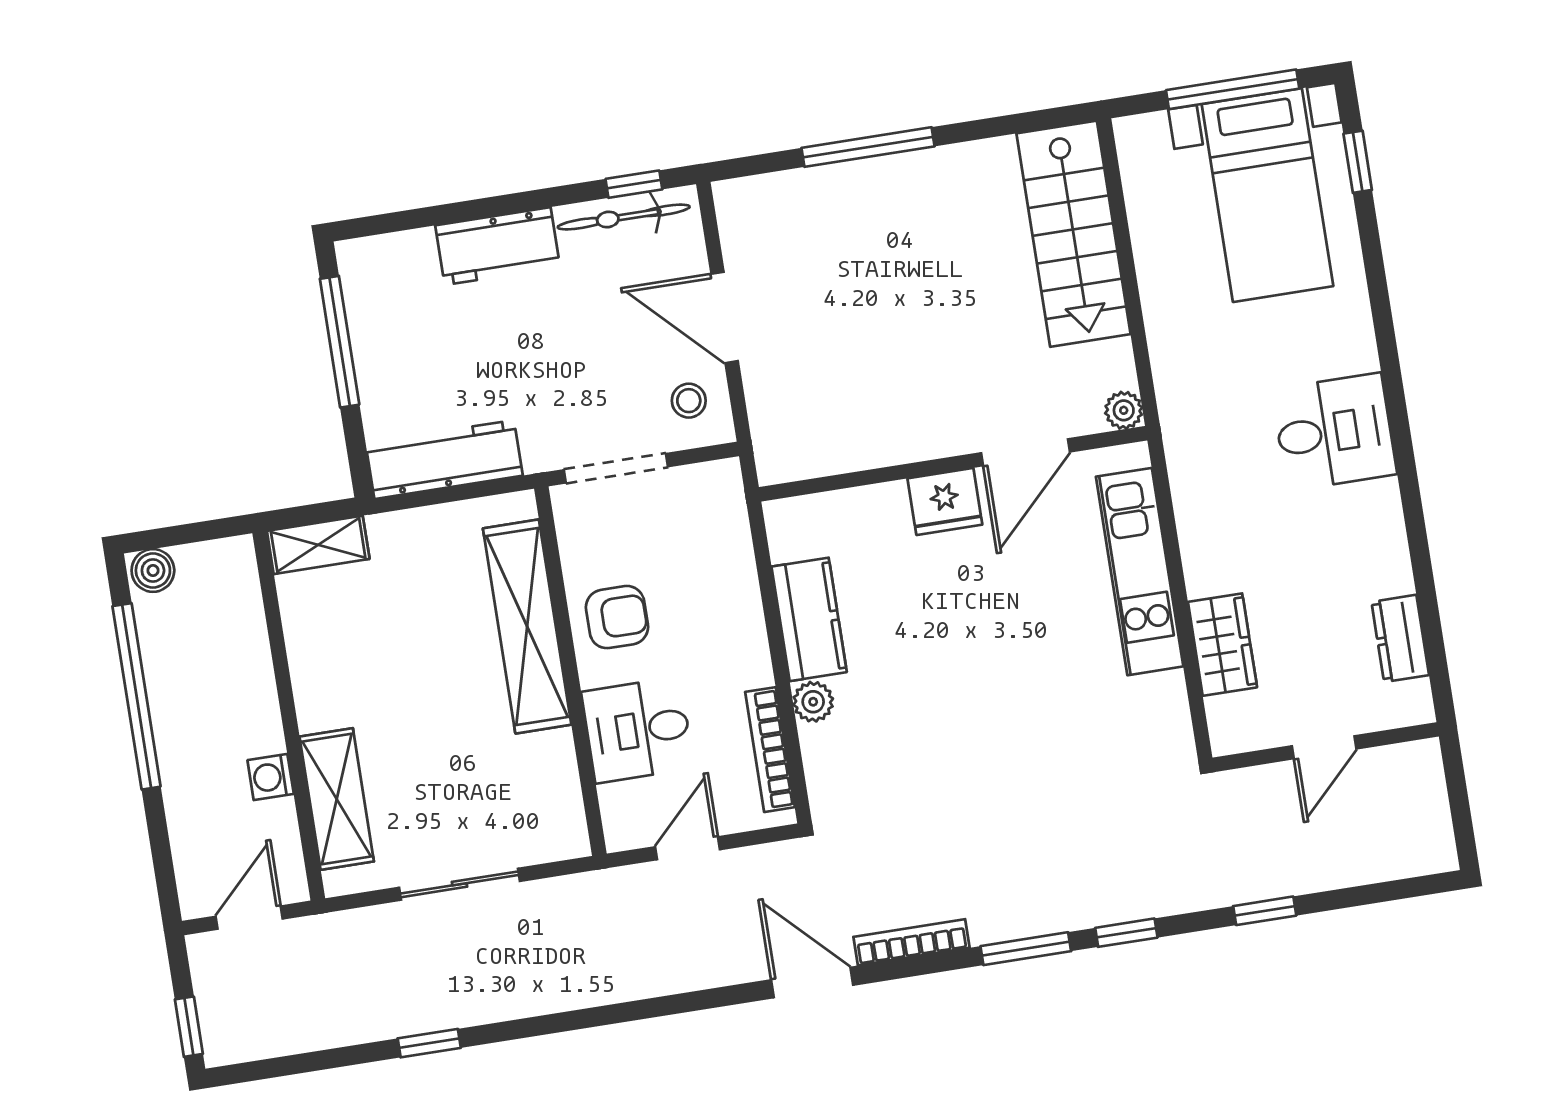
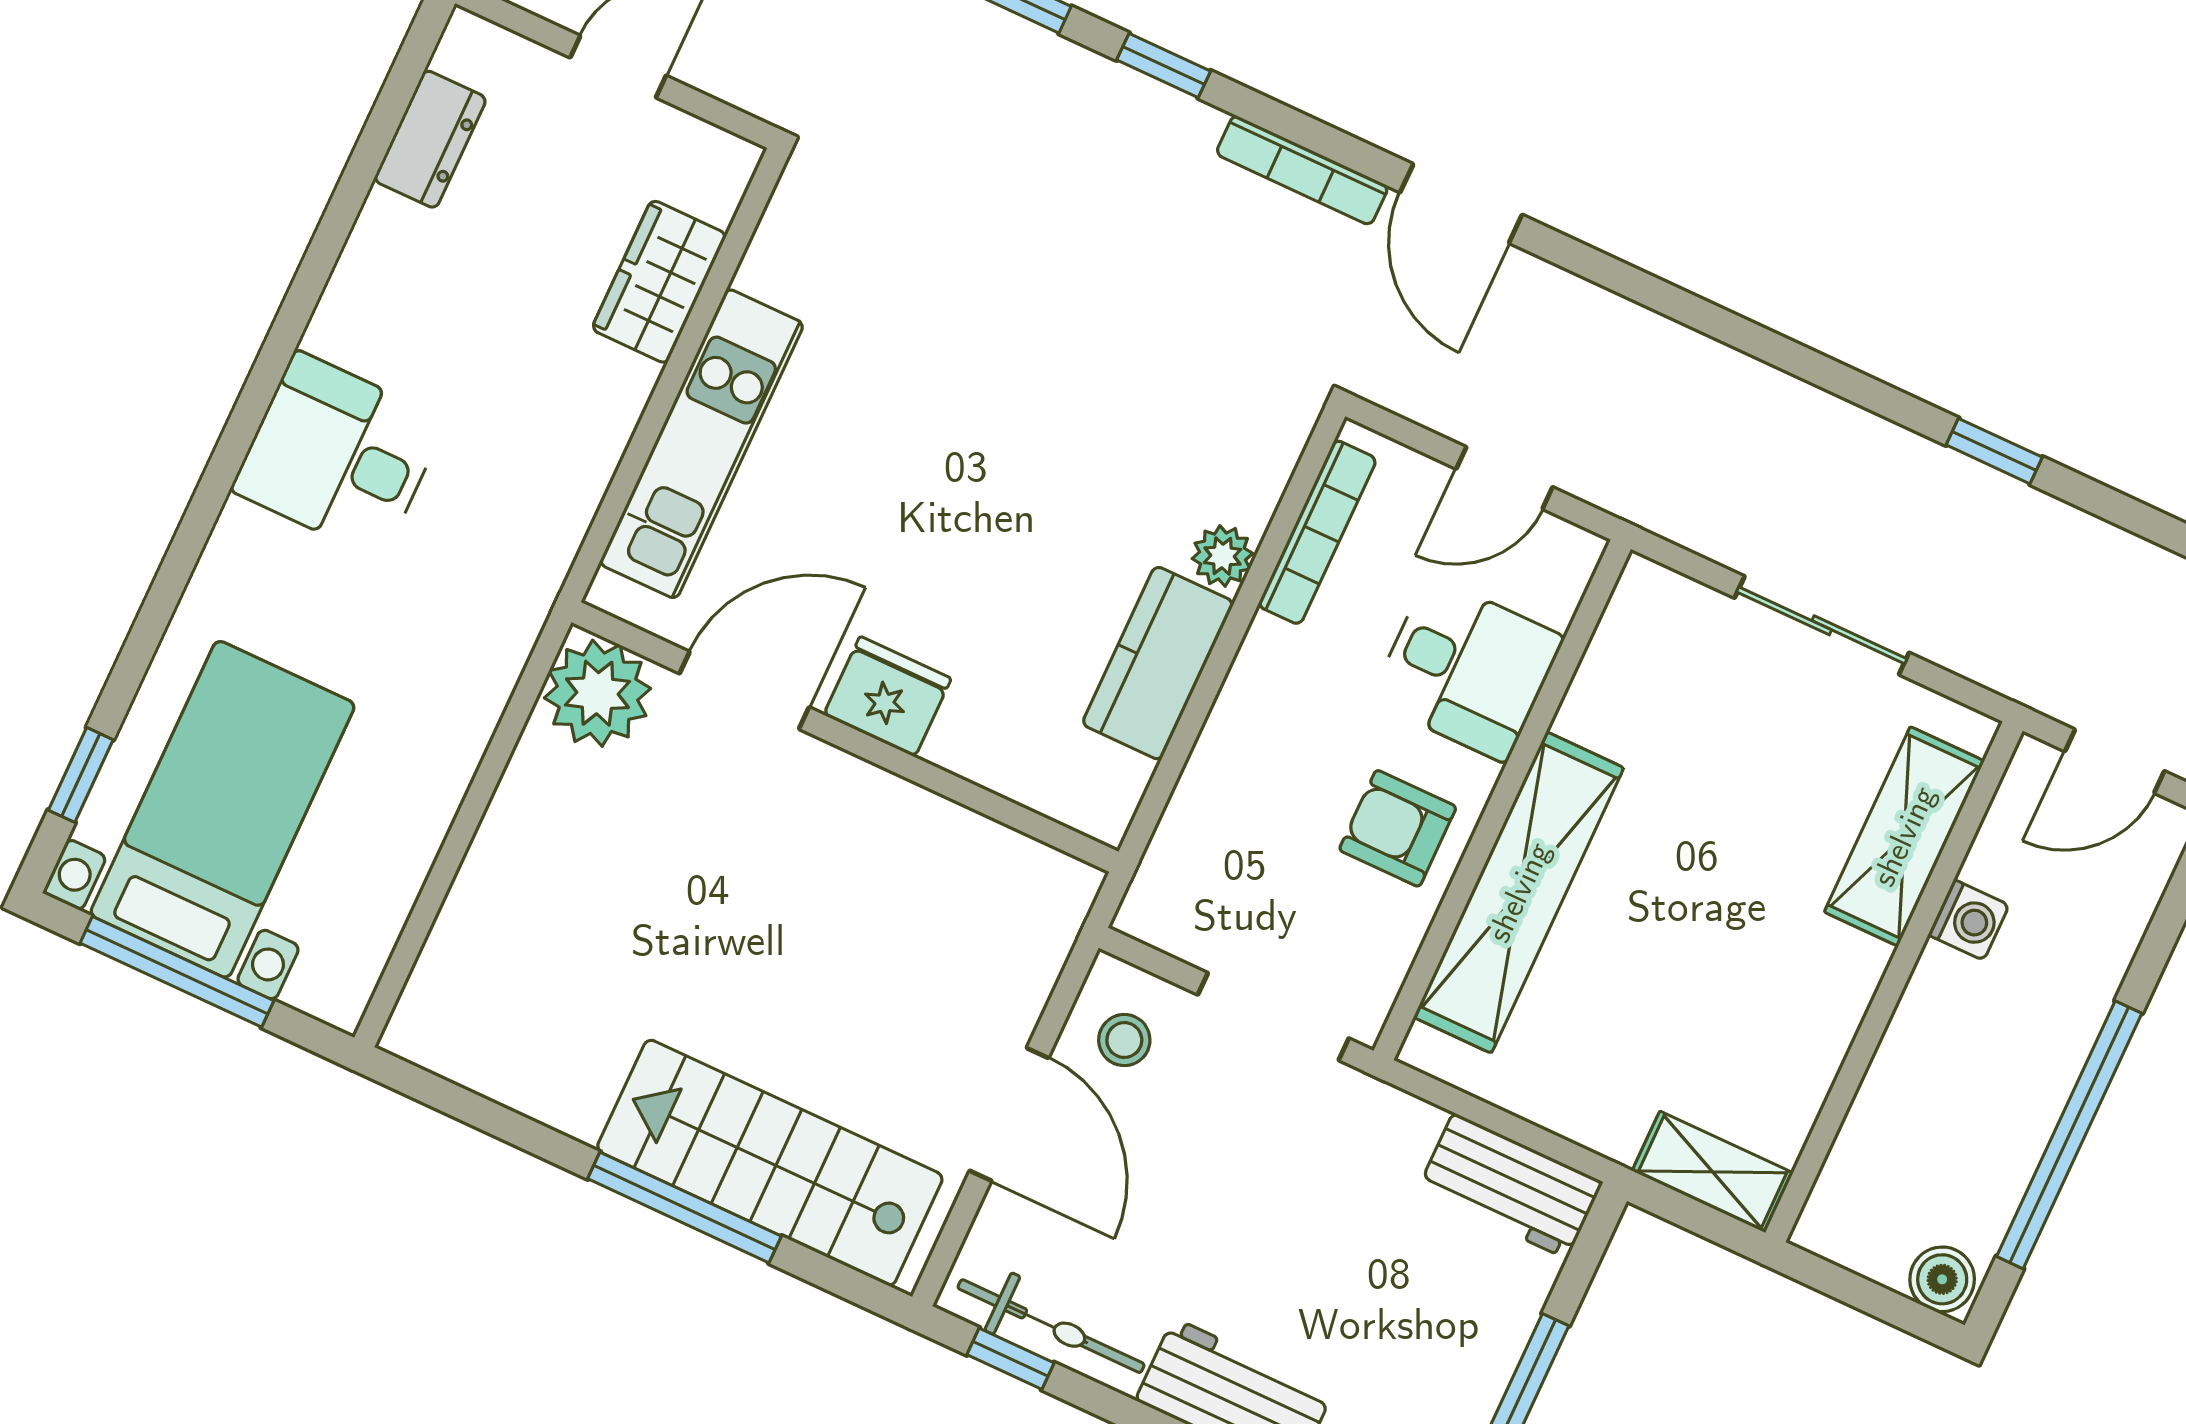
stairs: (1074, 234) -> (770, 1163), moved, turned -90
plant: (1124, 410) -> (597, 693), width x1.88, depth x1.88
workbench: (444, 460) -> (1510, 1186), width x0.73
window: (1026, 949) -> (1164, 65), width x0.67

